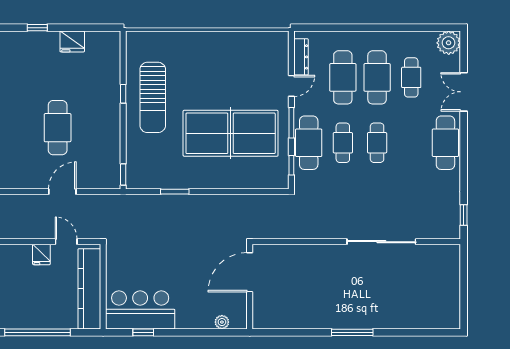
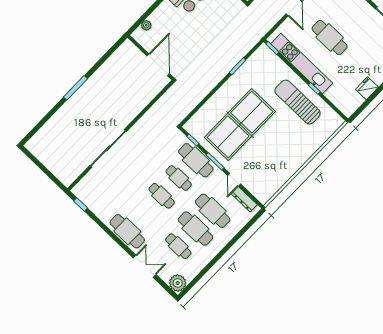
kitchen unit: (110, 130) -> (302, 63), added

